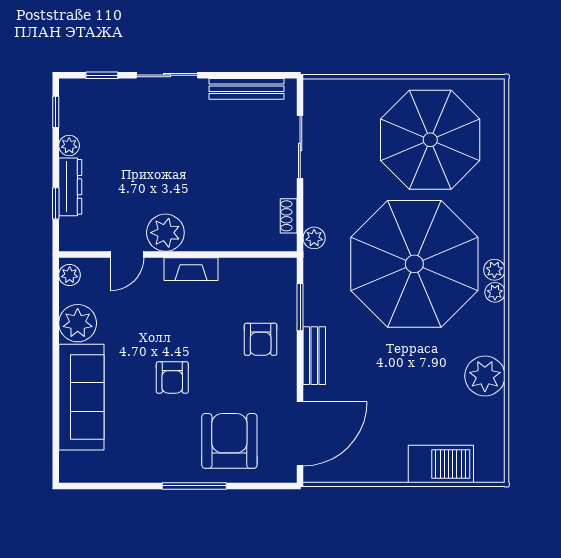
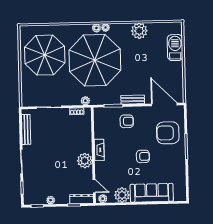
dresser: (70, 187) -> (82, 199), moved
door: (127, 255) -> (94, 186), moved

